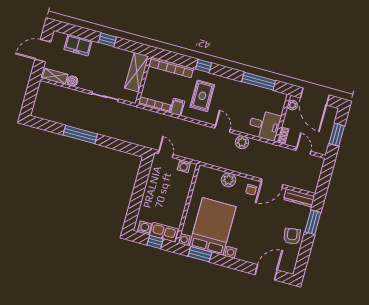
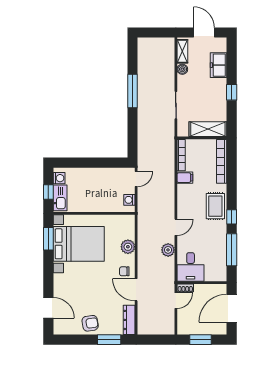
window: (204, 66) -> (232, 217), moved
rug: (202, 96) -> (215, 206), moved, turned 90
plant: (292, 105) -> (217, 289), removed
door: (303, 151) -> (176, 301), moved

